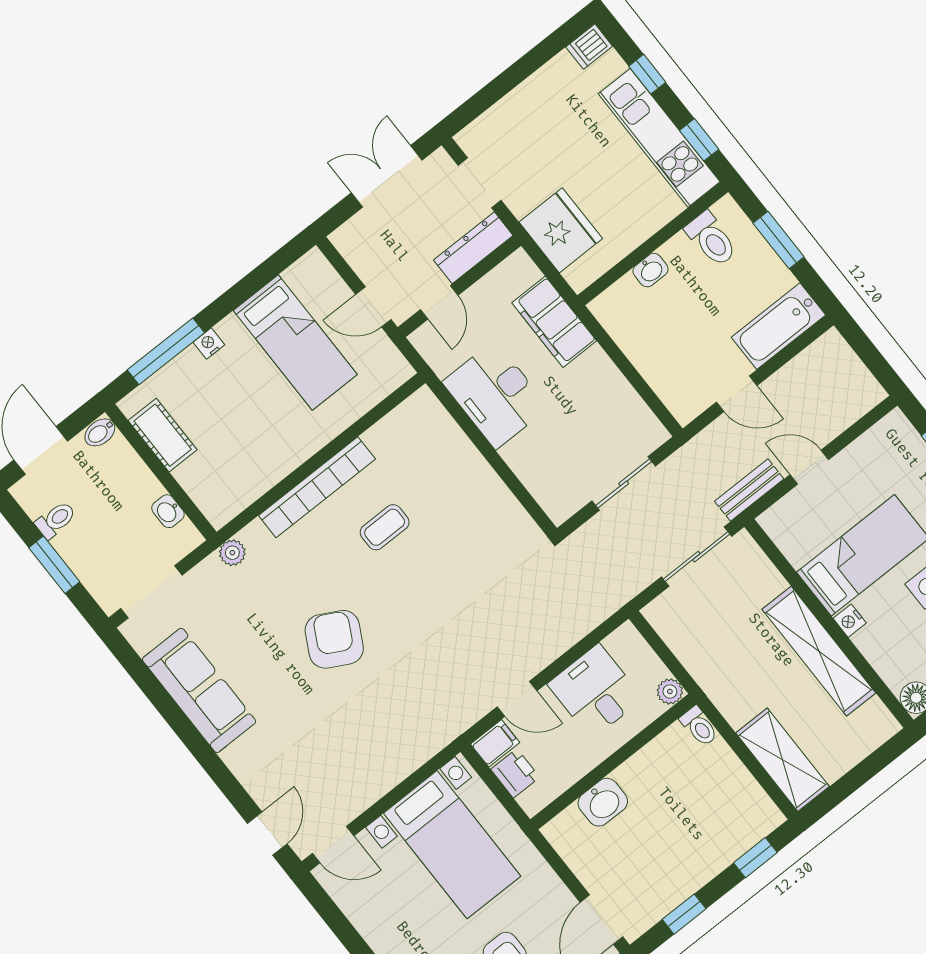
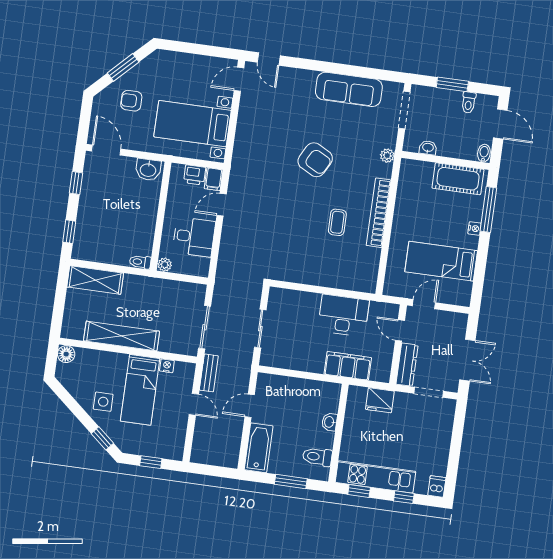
fridge: (561, 230) -> (380, 400), width x0.73, depth x0.75
cot: (163, 435) -> (458, 179), width x1.37, depth x1.34
door: (809, 467) -> (194, 404), hinge flipped
nightstand: (850, 621) -> (167, 366), moved
washbasin: (603, 802) -> (148, 170), moved, turned -90

